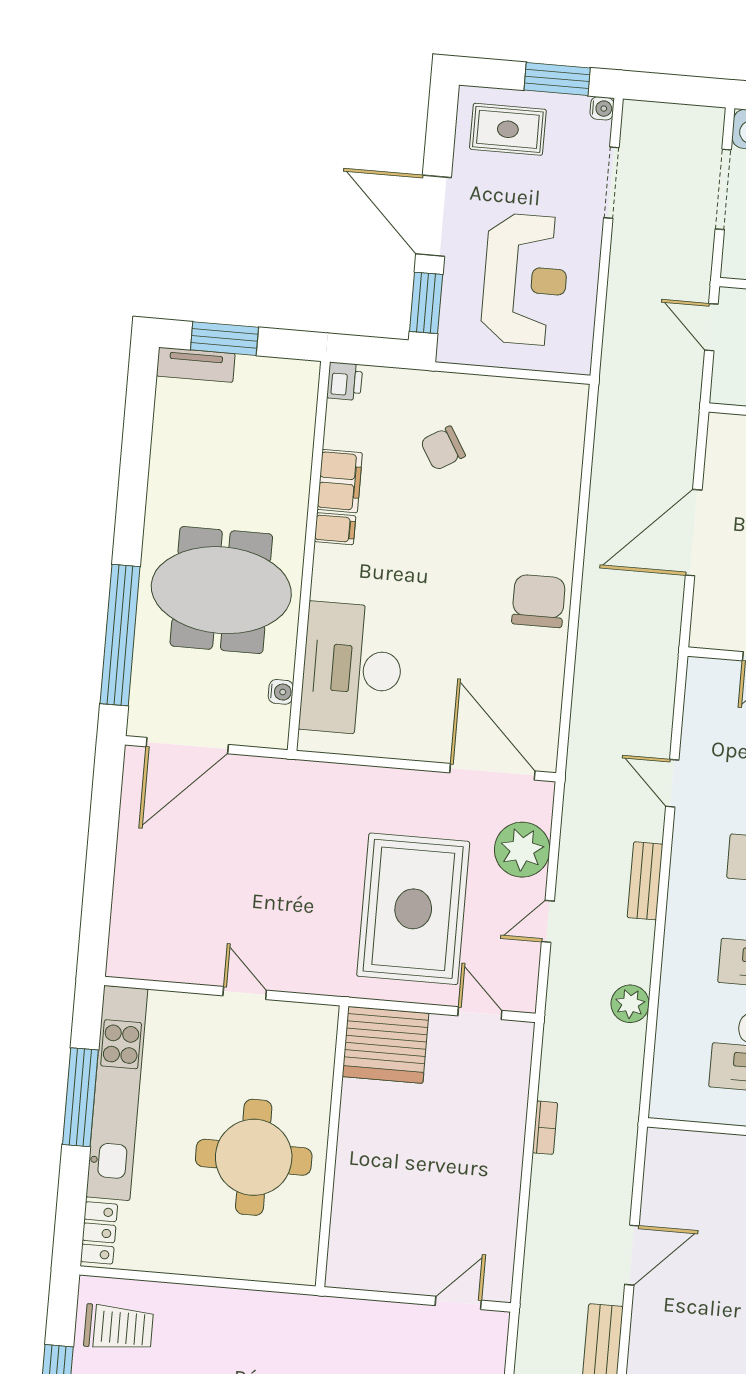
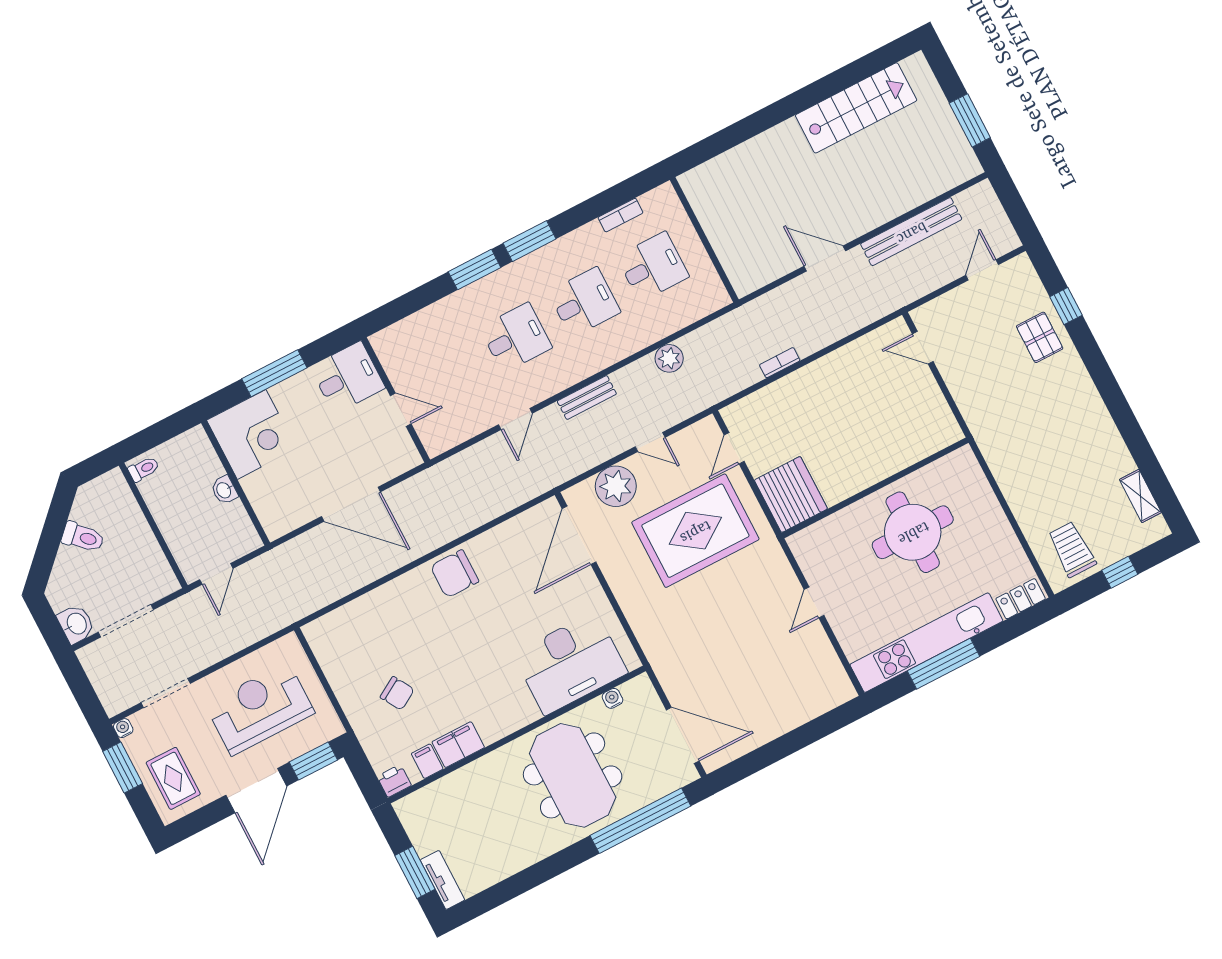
filing cabinet: (335, 529) -> (427, 761), moved

